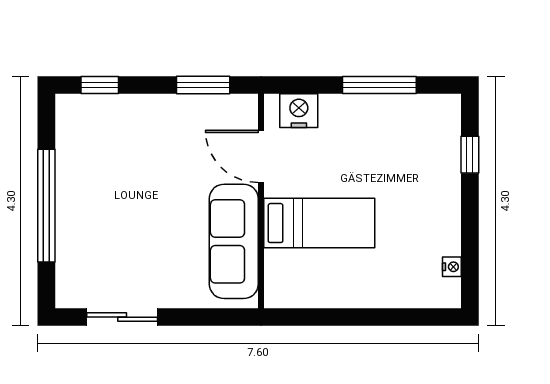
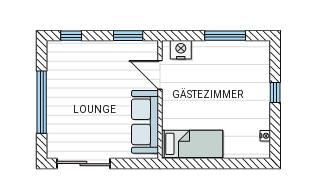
window: (470, 155) -> (275, 92), moved
bed: (319, 223) -> (192, 144), moved
sliding door: (122, 317) -> (83, 164), width x1.37

